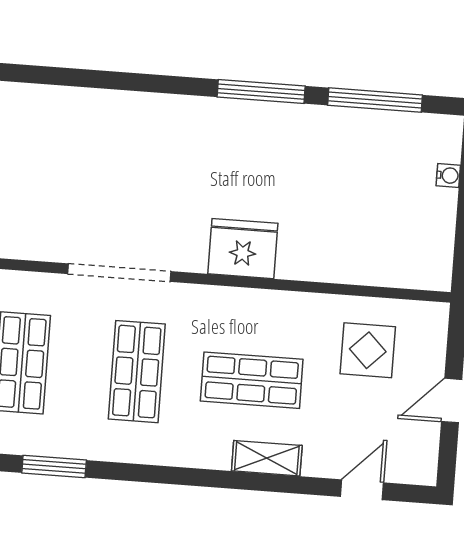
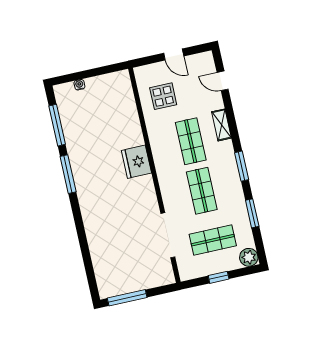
doorway: (119, 273) -> (168, 235), moved
shop shelf: (137, 372) -> (202, 191), turned 90
window: (164, 475) -> (242, 166), added

